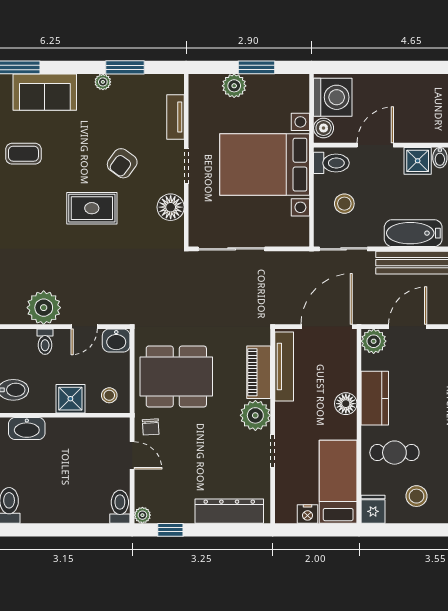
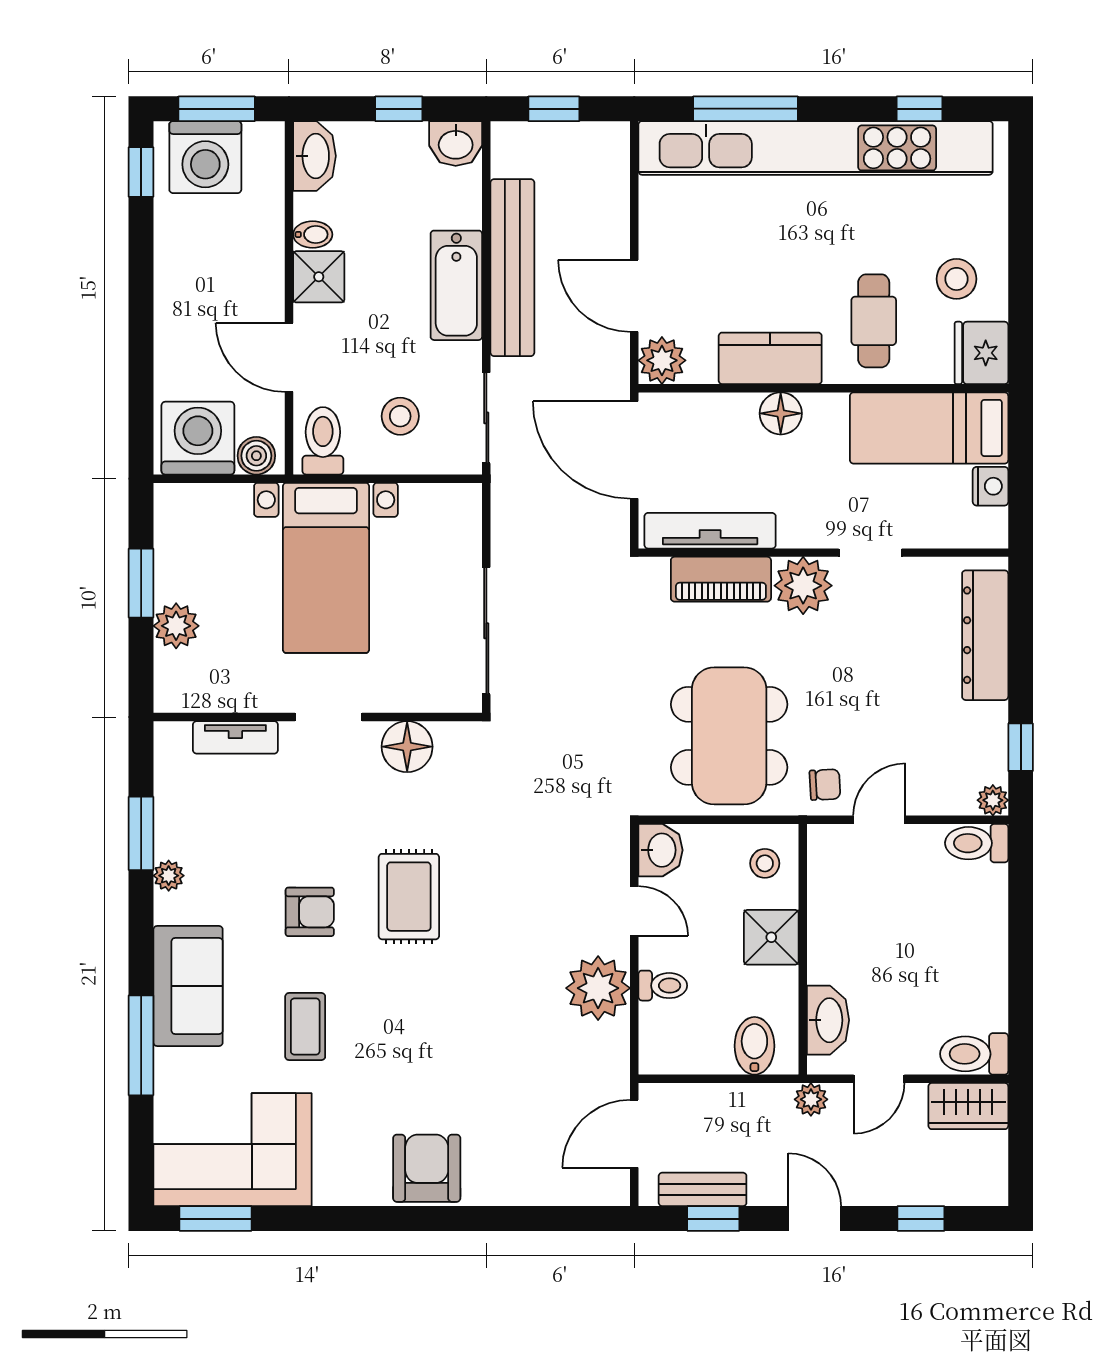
armchair: (122, 163) -> (310, 912), moved, turned -36
bed with nightstands: (265, 165) -> (326, 568), width x0.73
fridge: (373, 509) -> (981, 353), width x1.38

